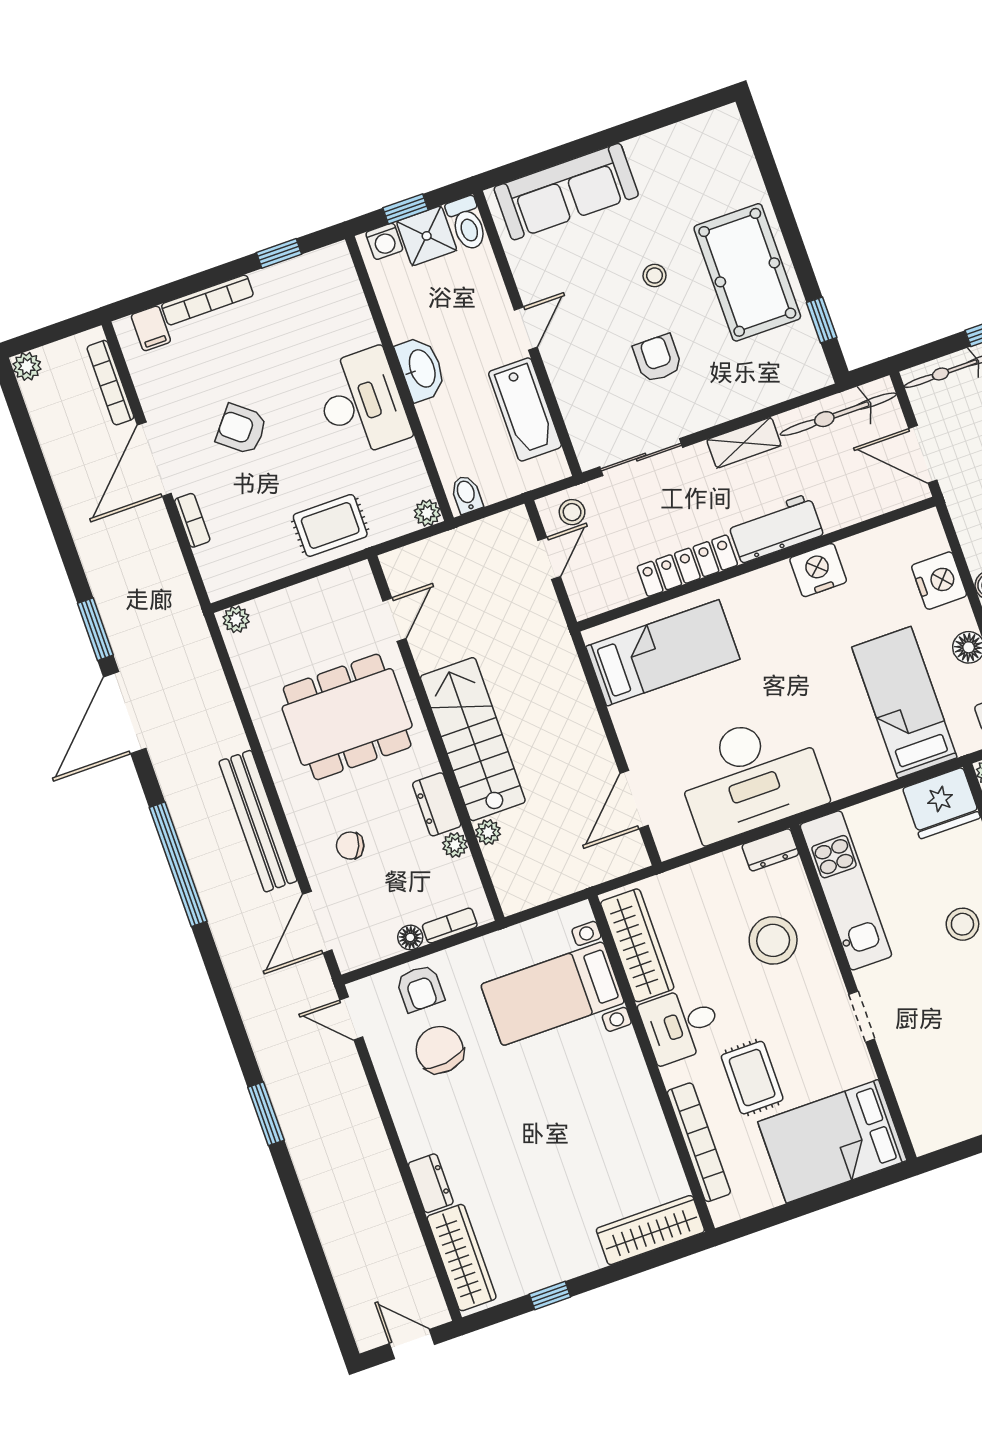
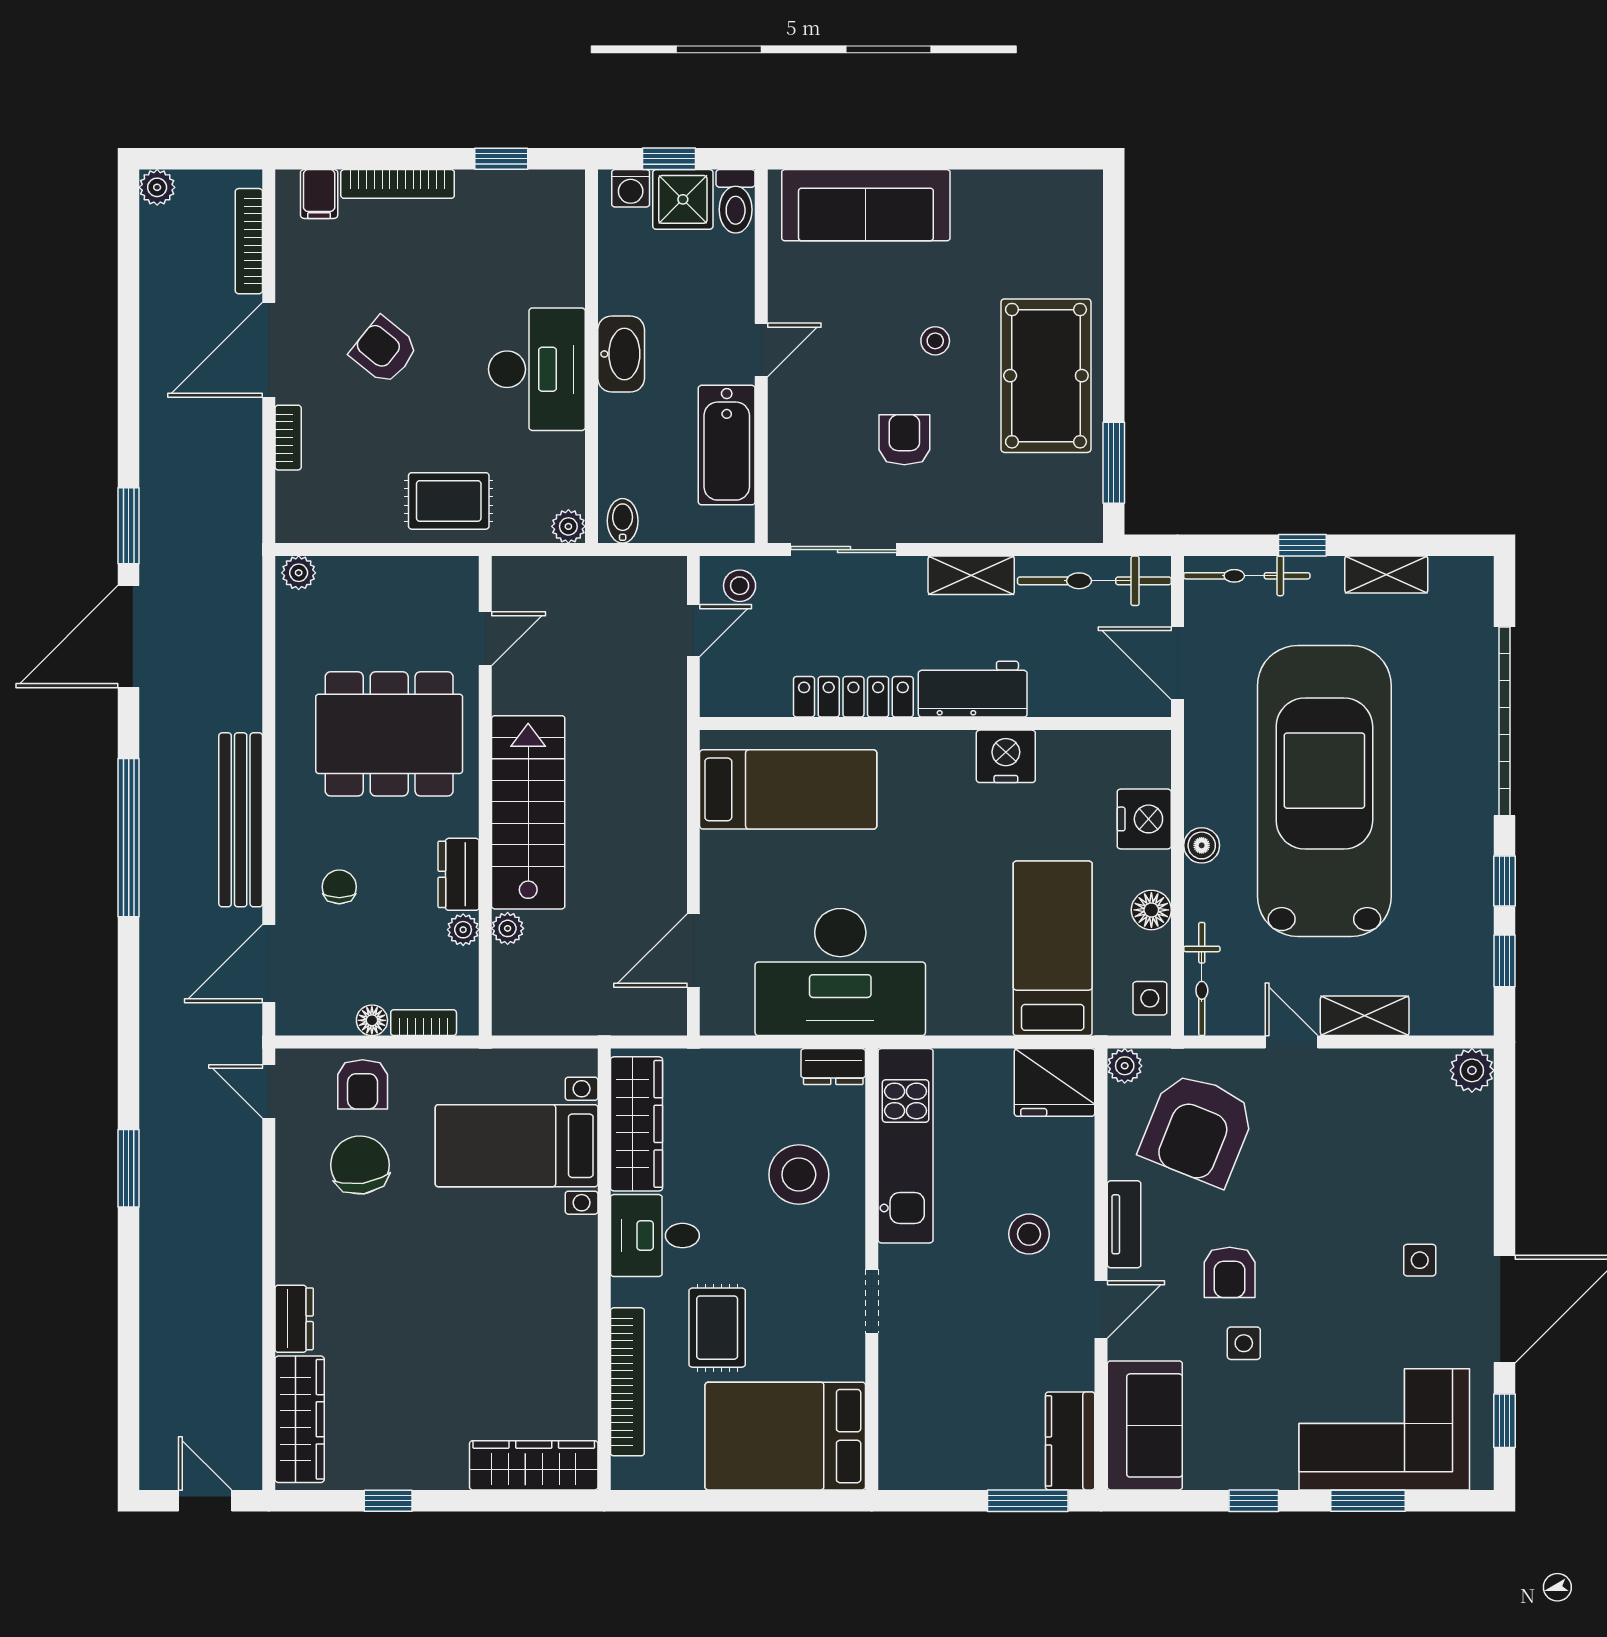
window: (822, 320) -> (1114, 463), width x1.50
chair: (350, 846) -> (339, 887), turned 68

